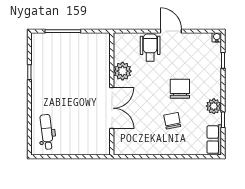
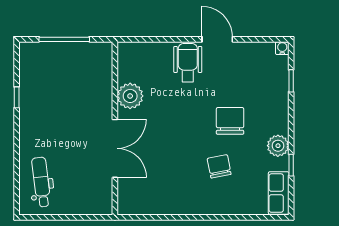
plant: (123, 71) -> (130, 96), moved
wall: (112, 94) -> (115, 128), moved
double door: (112, 108) -> (115, 148), moved

